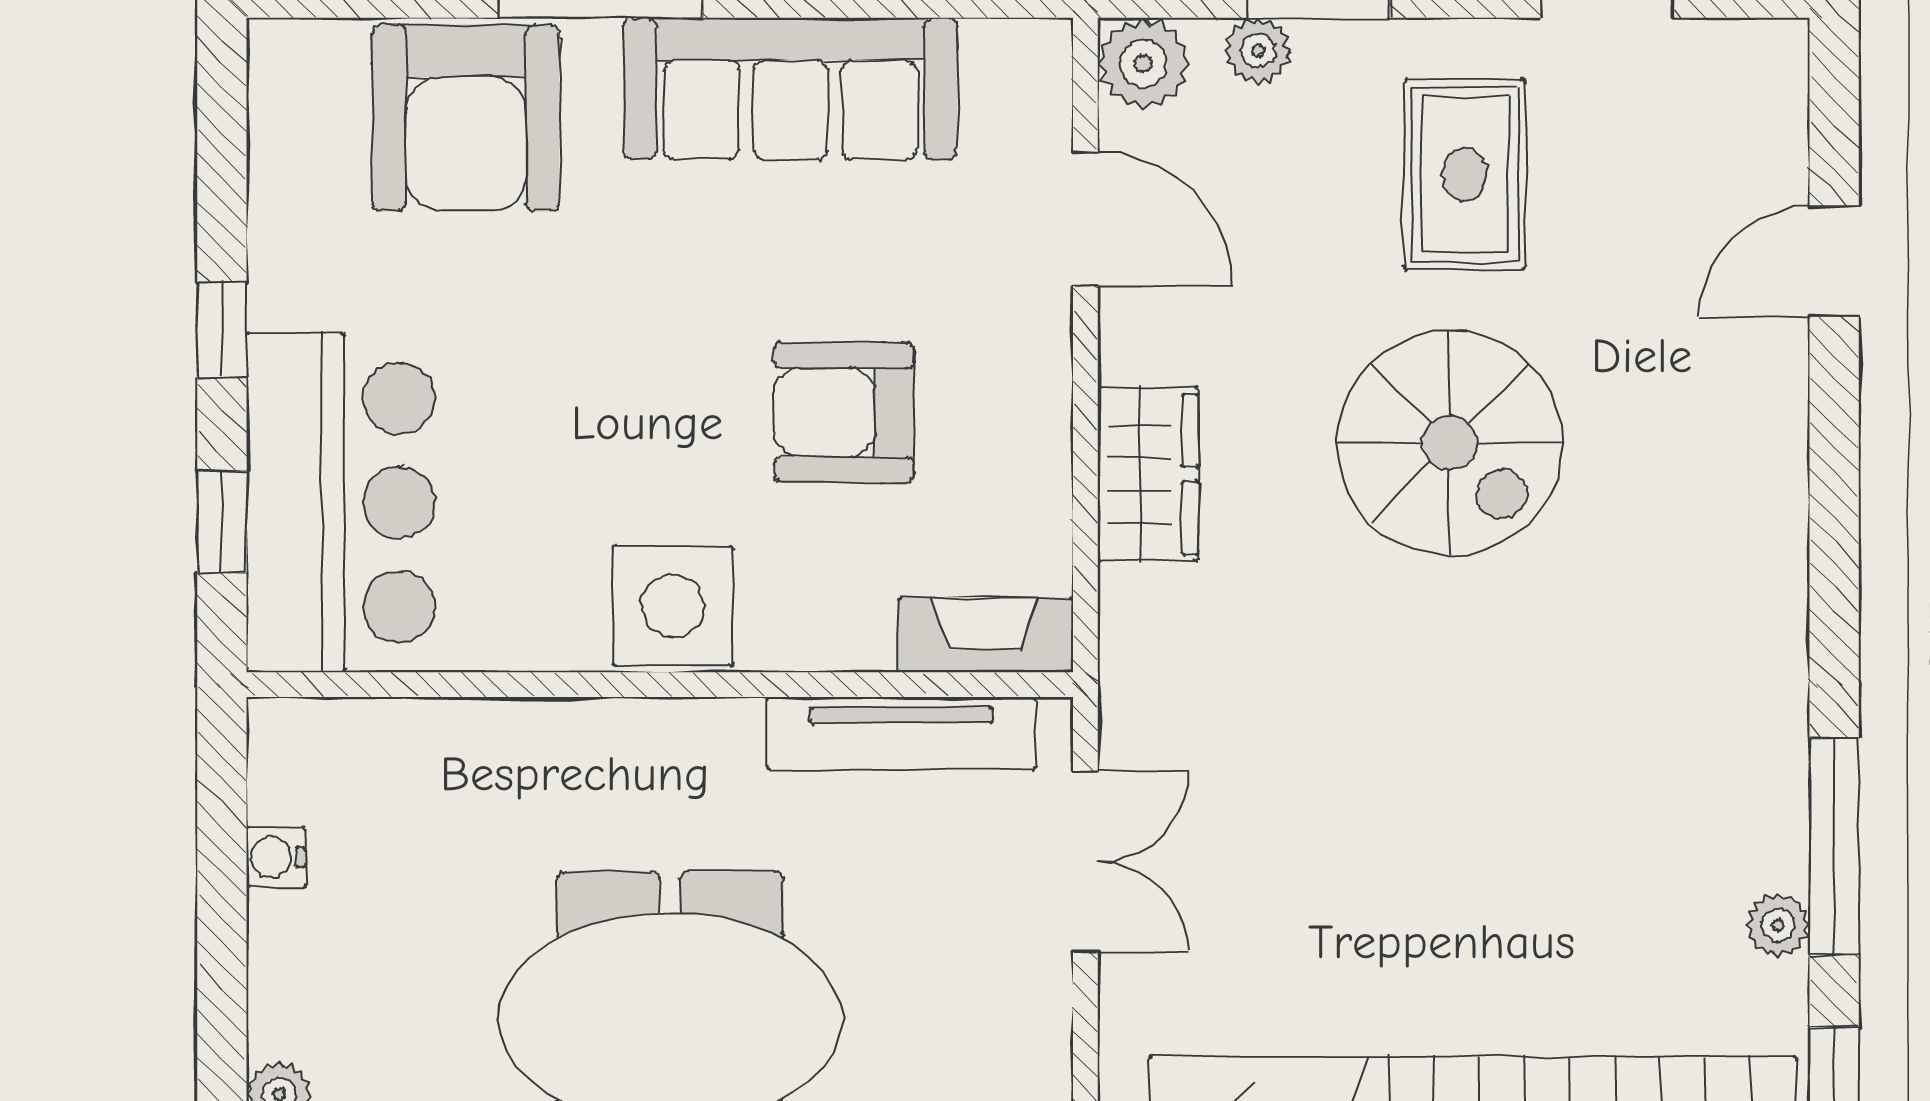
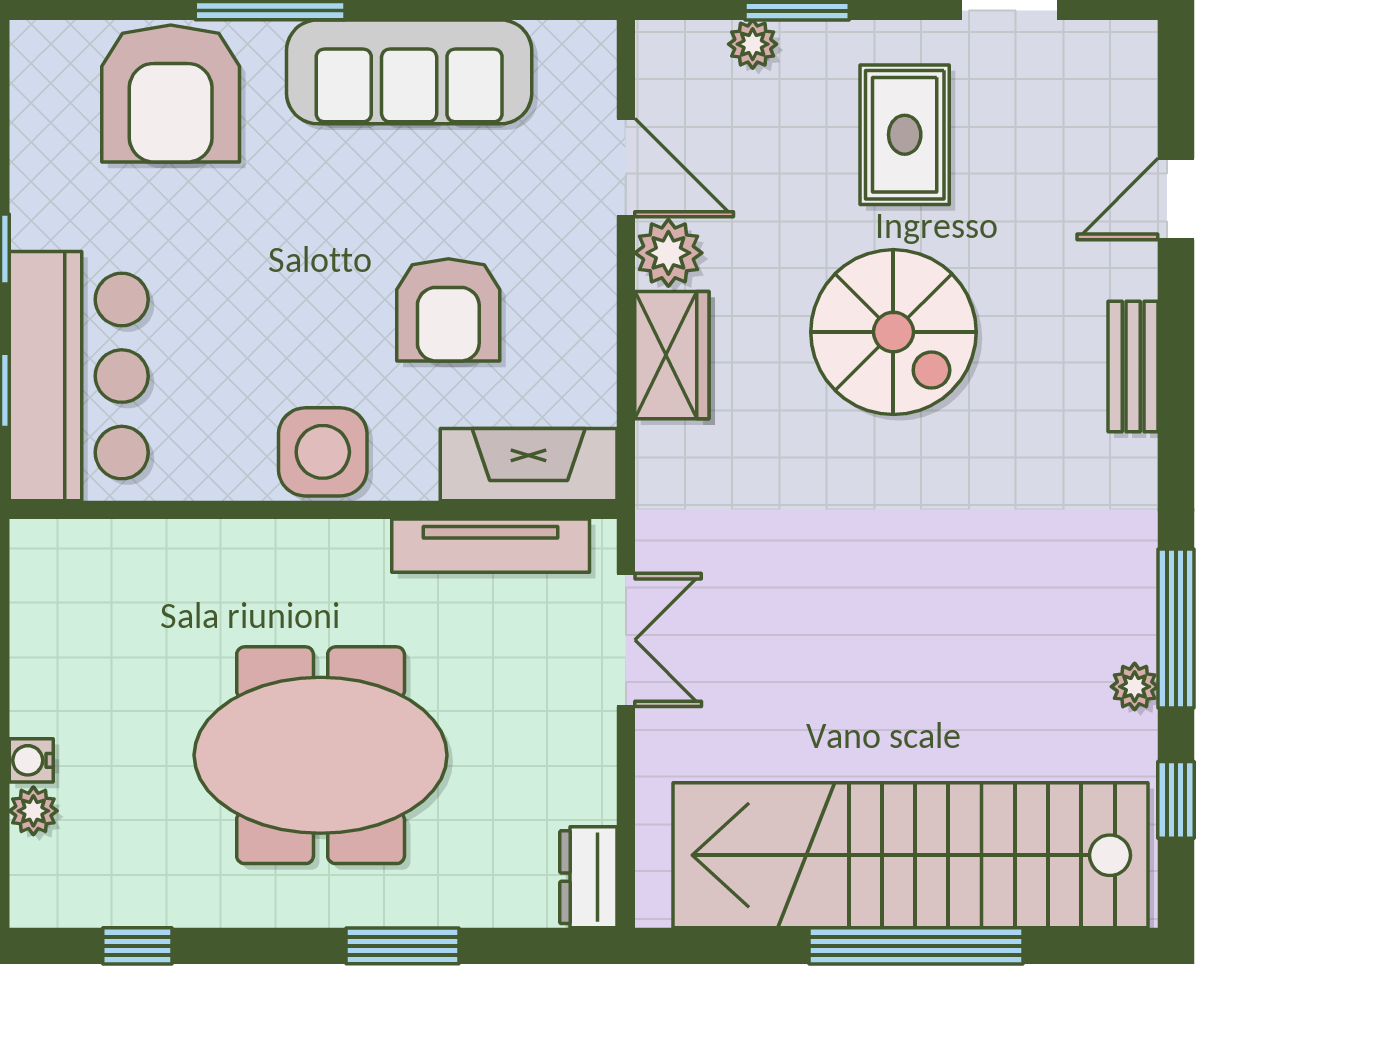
plant: (1143, 63) -> (668, 253), moved
armchair: (844, 412) -> (448, 310), turned -90
bench: (1776, 490) -> (1133, 367), added
fireplace: (985, 635) -> (529, 465), width x1.37, depth x1.32
water cooler: (276, 857) -> (31, 760), moved

